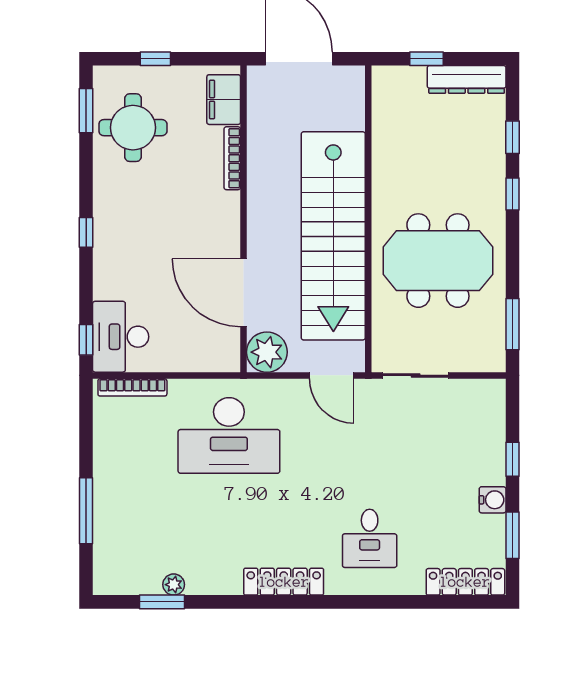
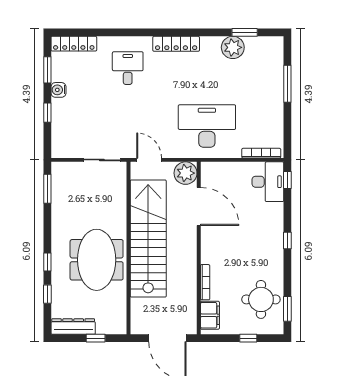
meeting table: (438, 261) -> (97, 260), moved, turned 90
plant: (174, 585) -> (233, 47), width x1.88, depth x1.88

